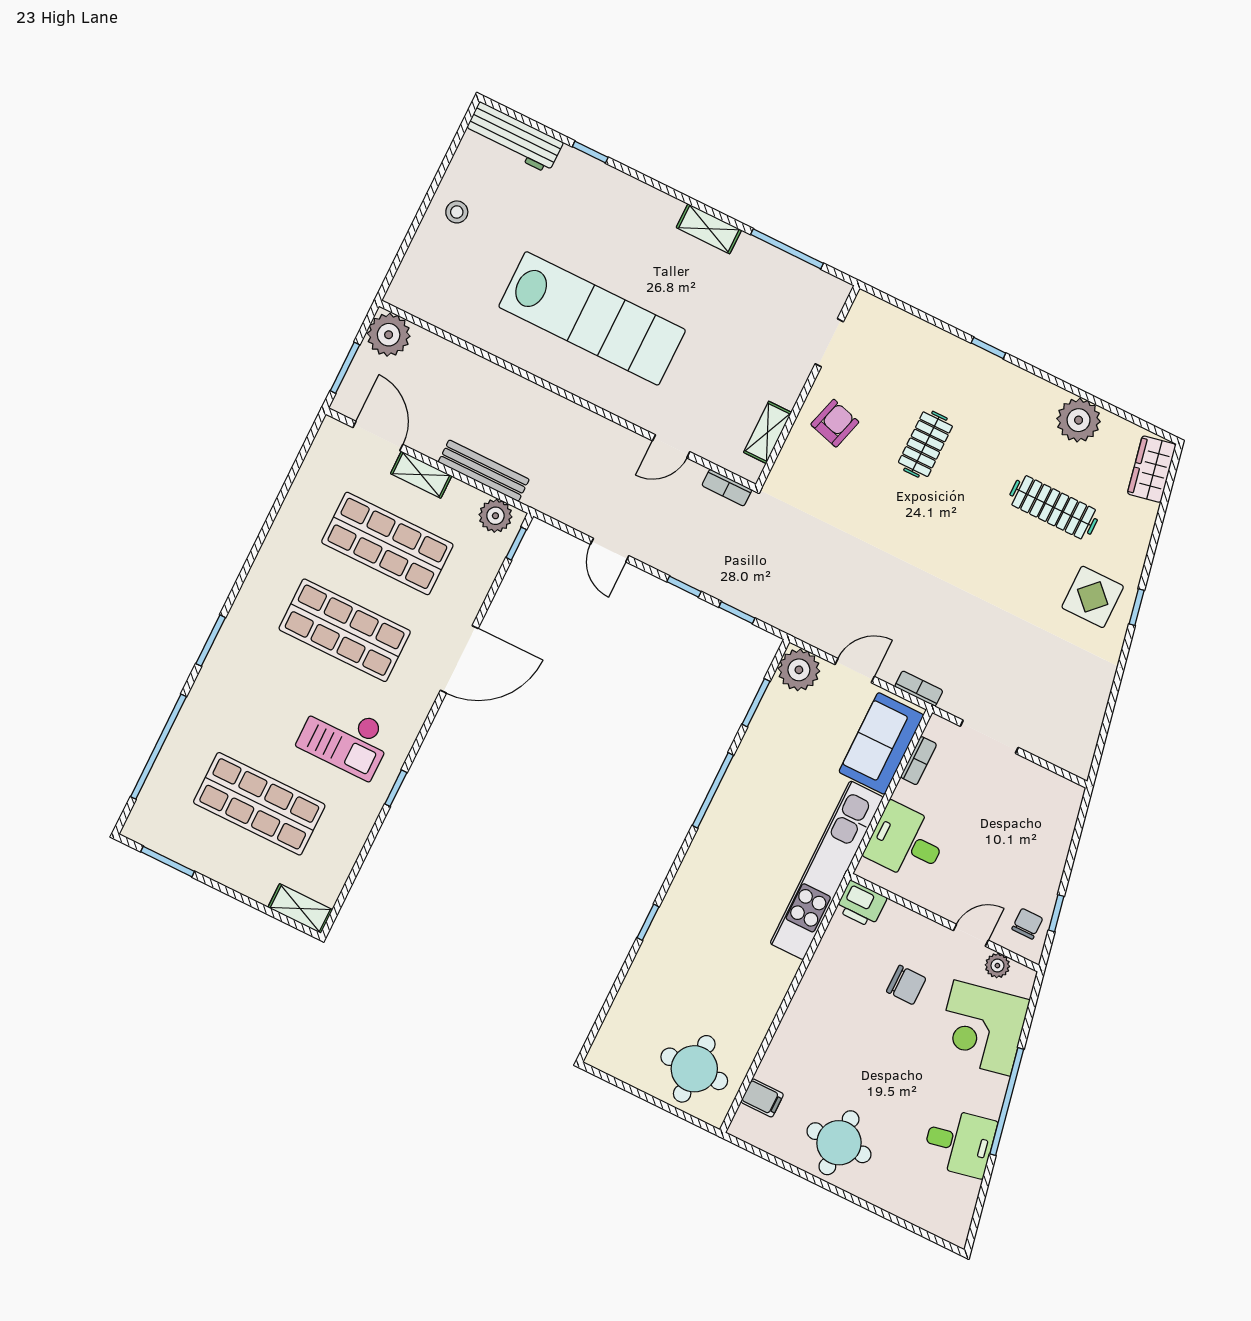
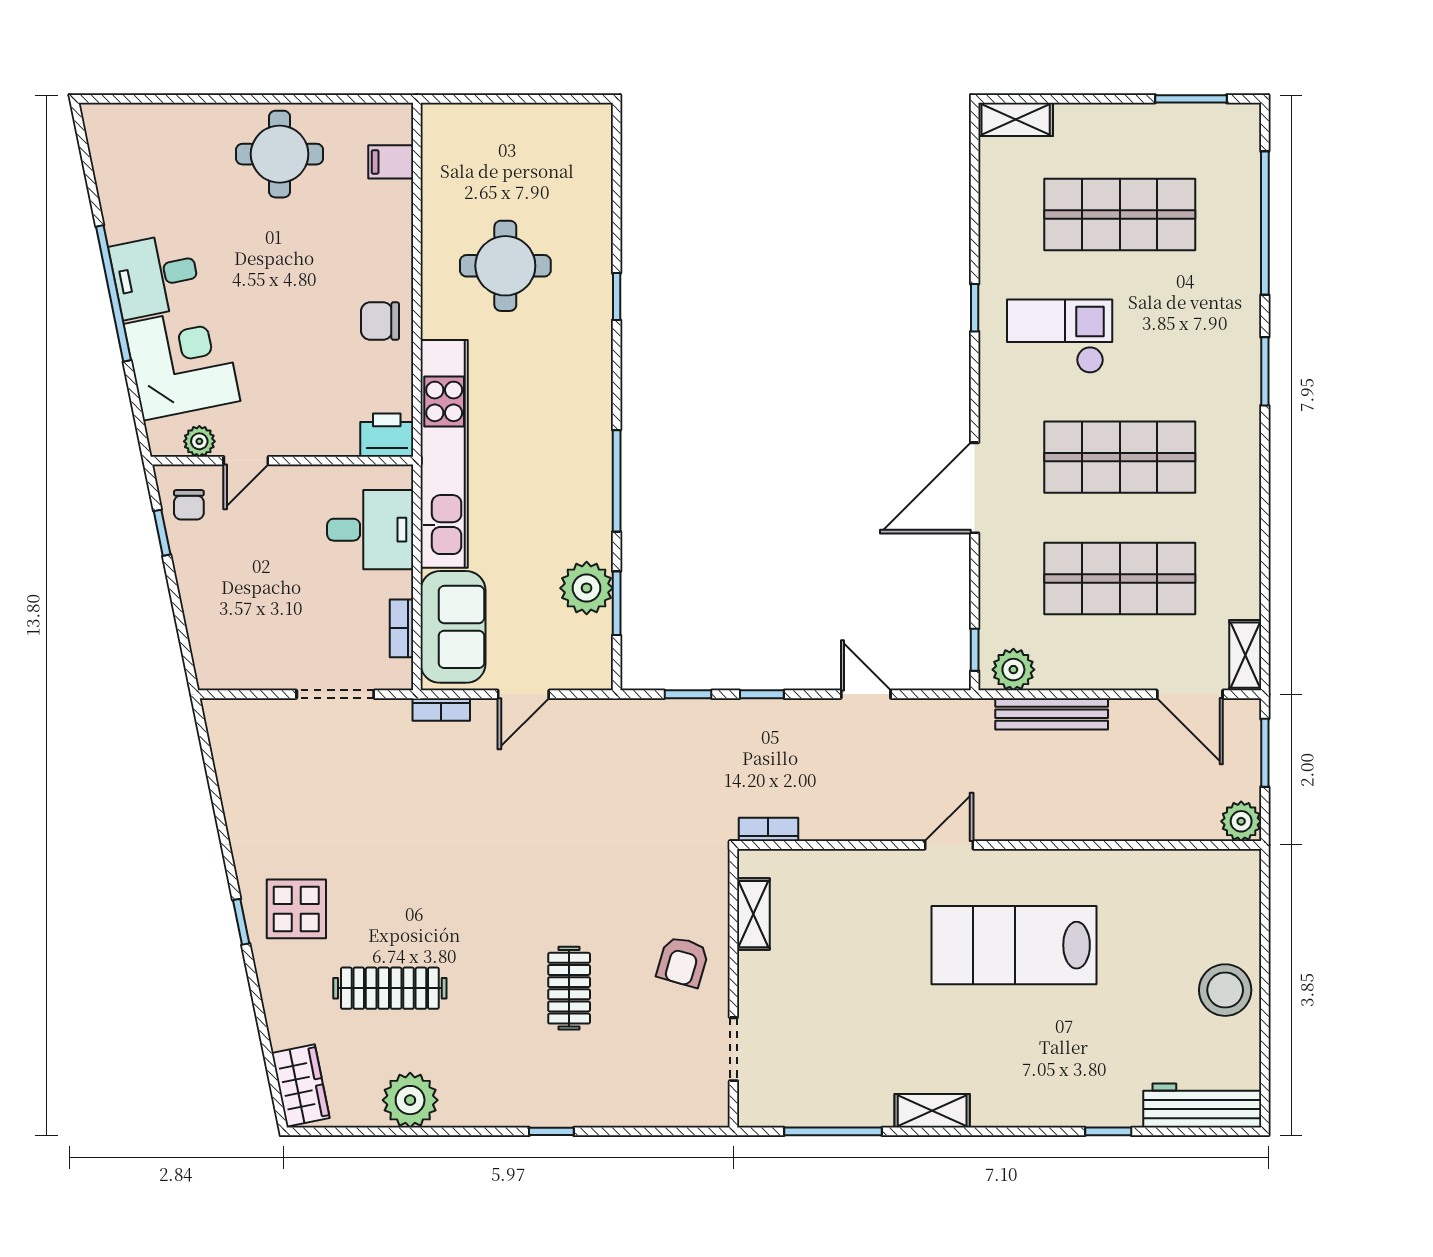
stool: (457, 212) -> (1225, 990), width x1.89, depth x1.89
lab bench: (592, 318) -> (1014, 945), width x0.73
plant: (389, 335) -> (1241, 821), width x0.73, depth x0.73
door: (671, 446) -> (949, 845), moved
shelving: (421, 475) -> (1245, 655), moved, turned 90
plant: (799, 670) -> (587, 588), moved
chair: (906, 985) -> (380, 321), moved
round table: (694, 1069) -> (505, 266), moved
desk: (959, 1142) -> (155, 276), moved

